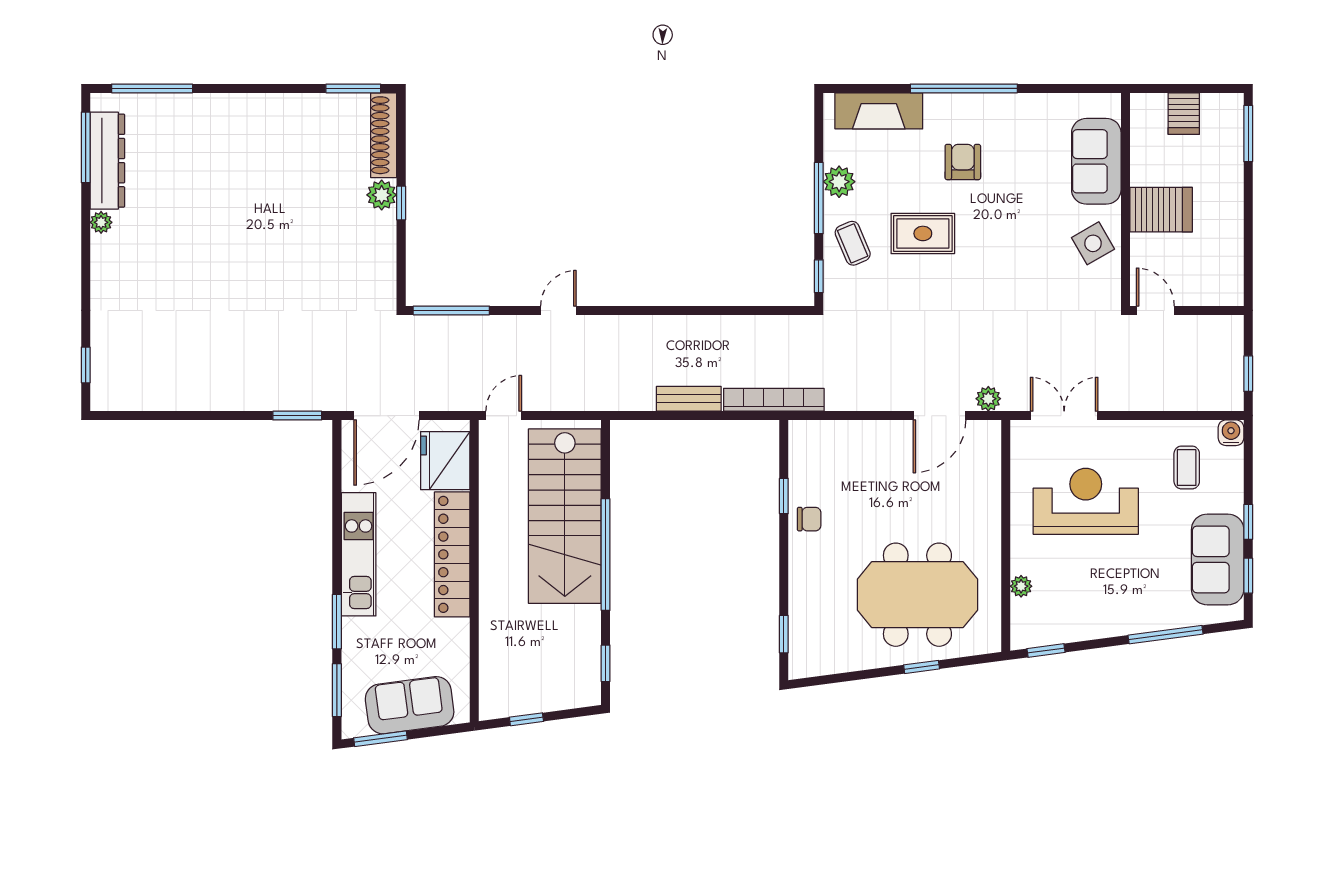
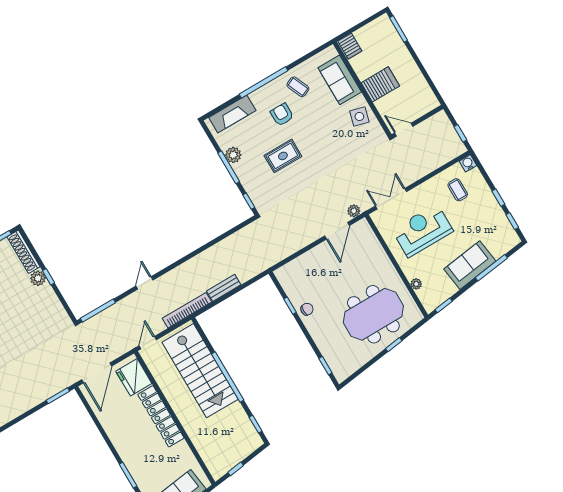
server rack: (1184, 114) -> (350, 46), moved
coffee table: (853, 243) -> (298, 87), moved
side table: (1093, 243) -> (359, 116), turned 45
bookcase: (774, 400) -> (187, 310), moved
kitchen unit: (359, 554) -> (120, 440), removed
sofa: (1218, 559) -> (470, 265), moved, turned 82

